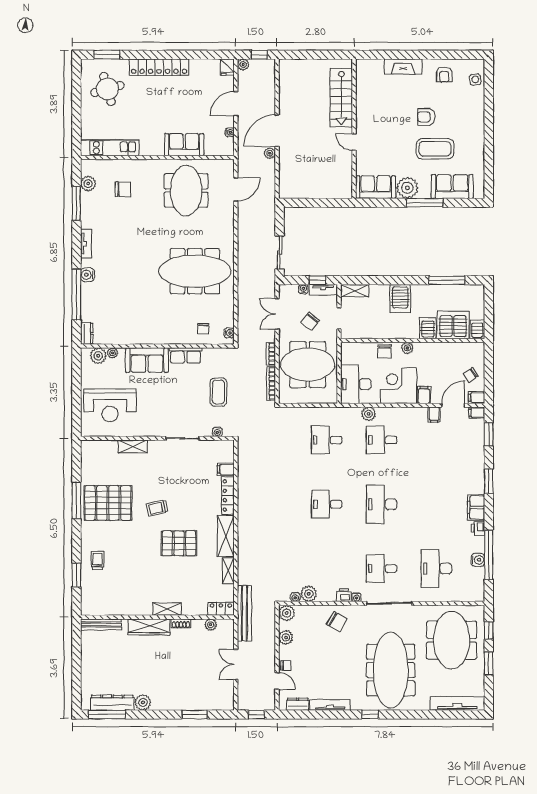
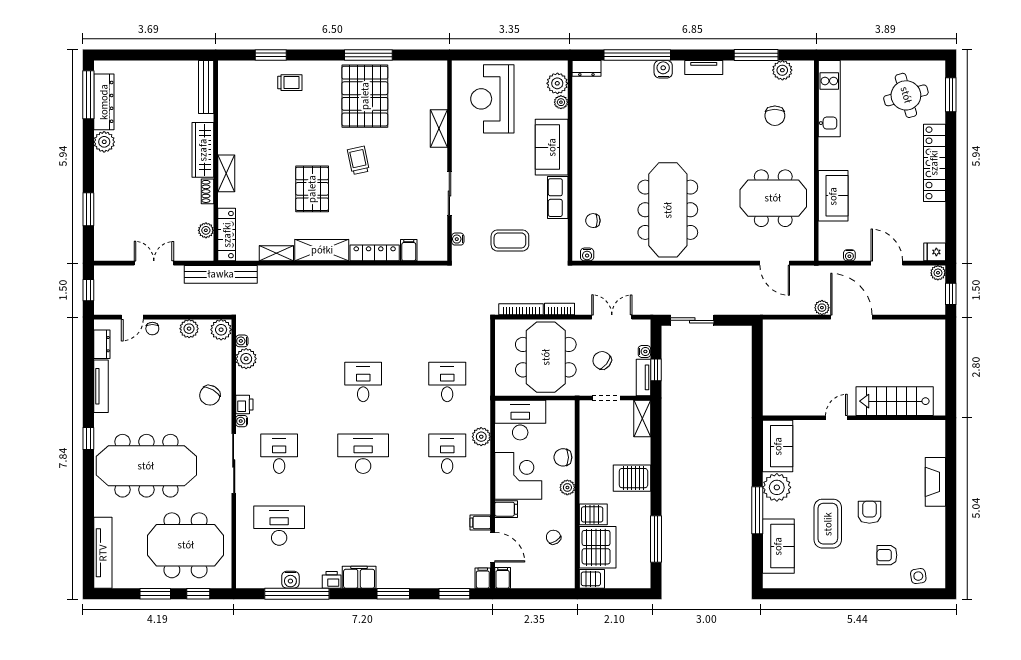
armchair: (444, 74) -> (887, 555), moved
chair: (471, 375) -> (554, 537), moved
locker: (221, 609) -> (227, 235), width x1.53

